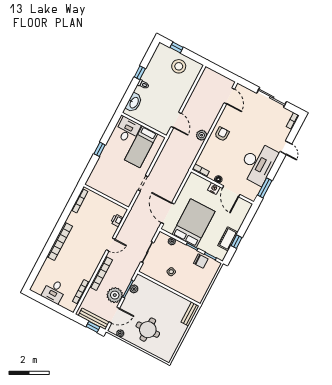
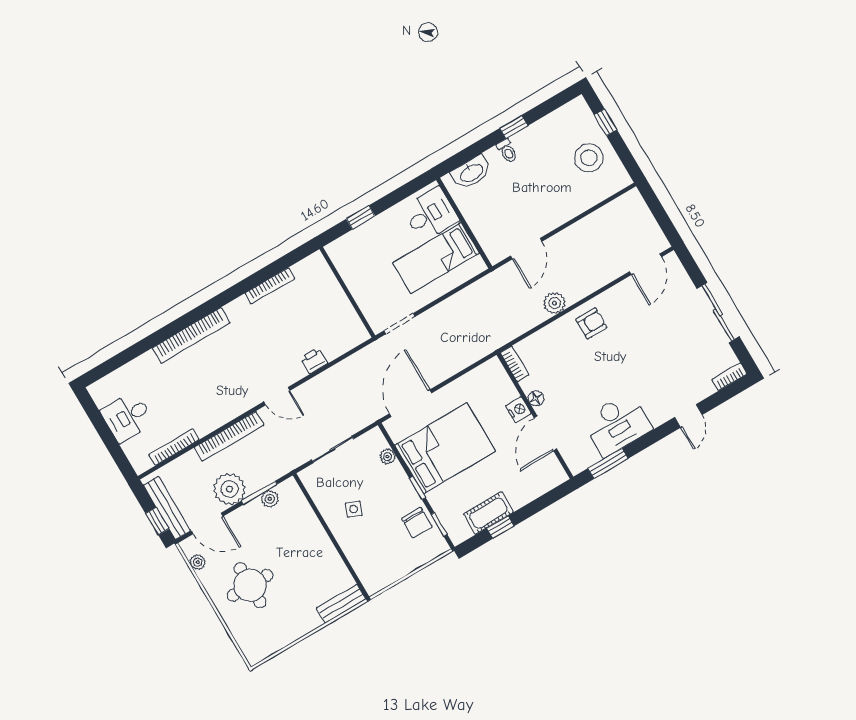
desk: (258, 163) -> (617, 424), width x0.73, depth x0.77
wall: (106, 197) -> (347, 292), moved

